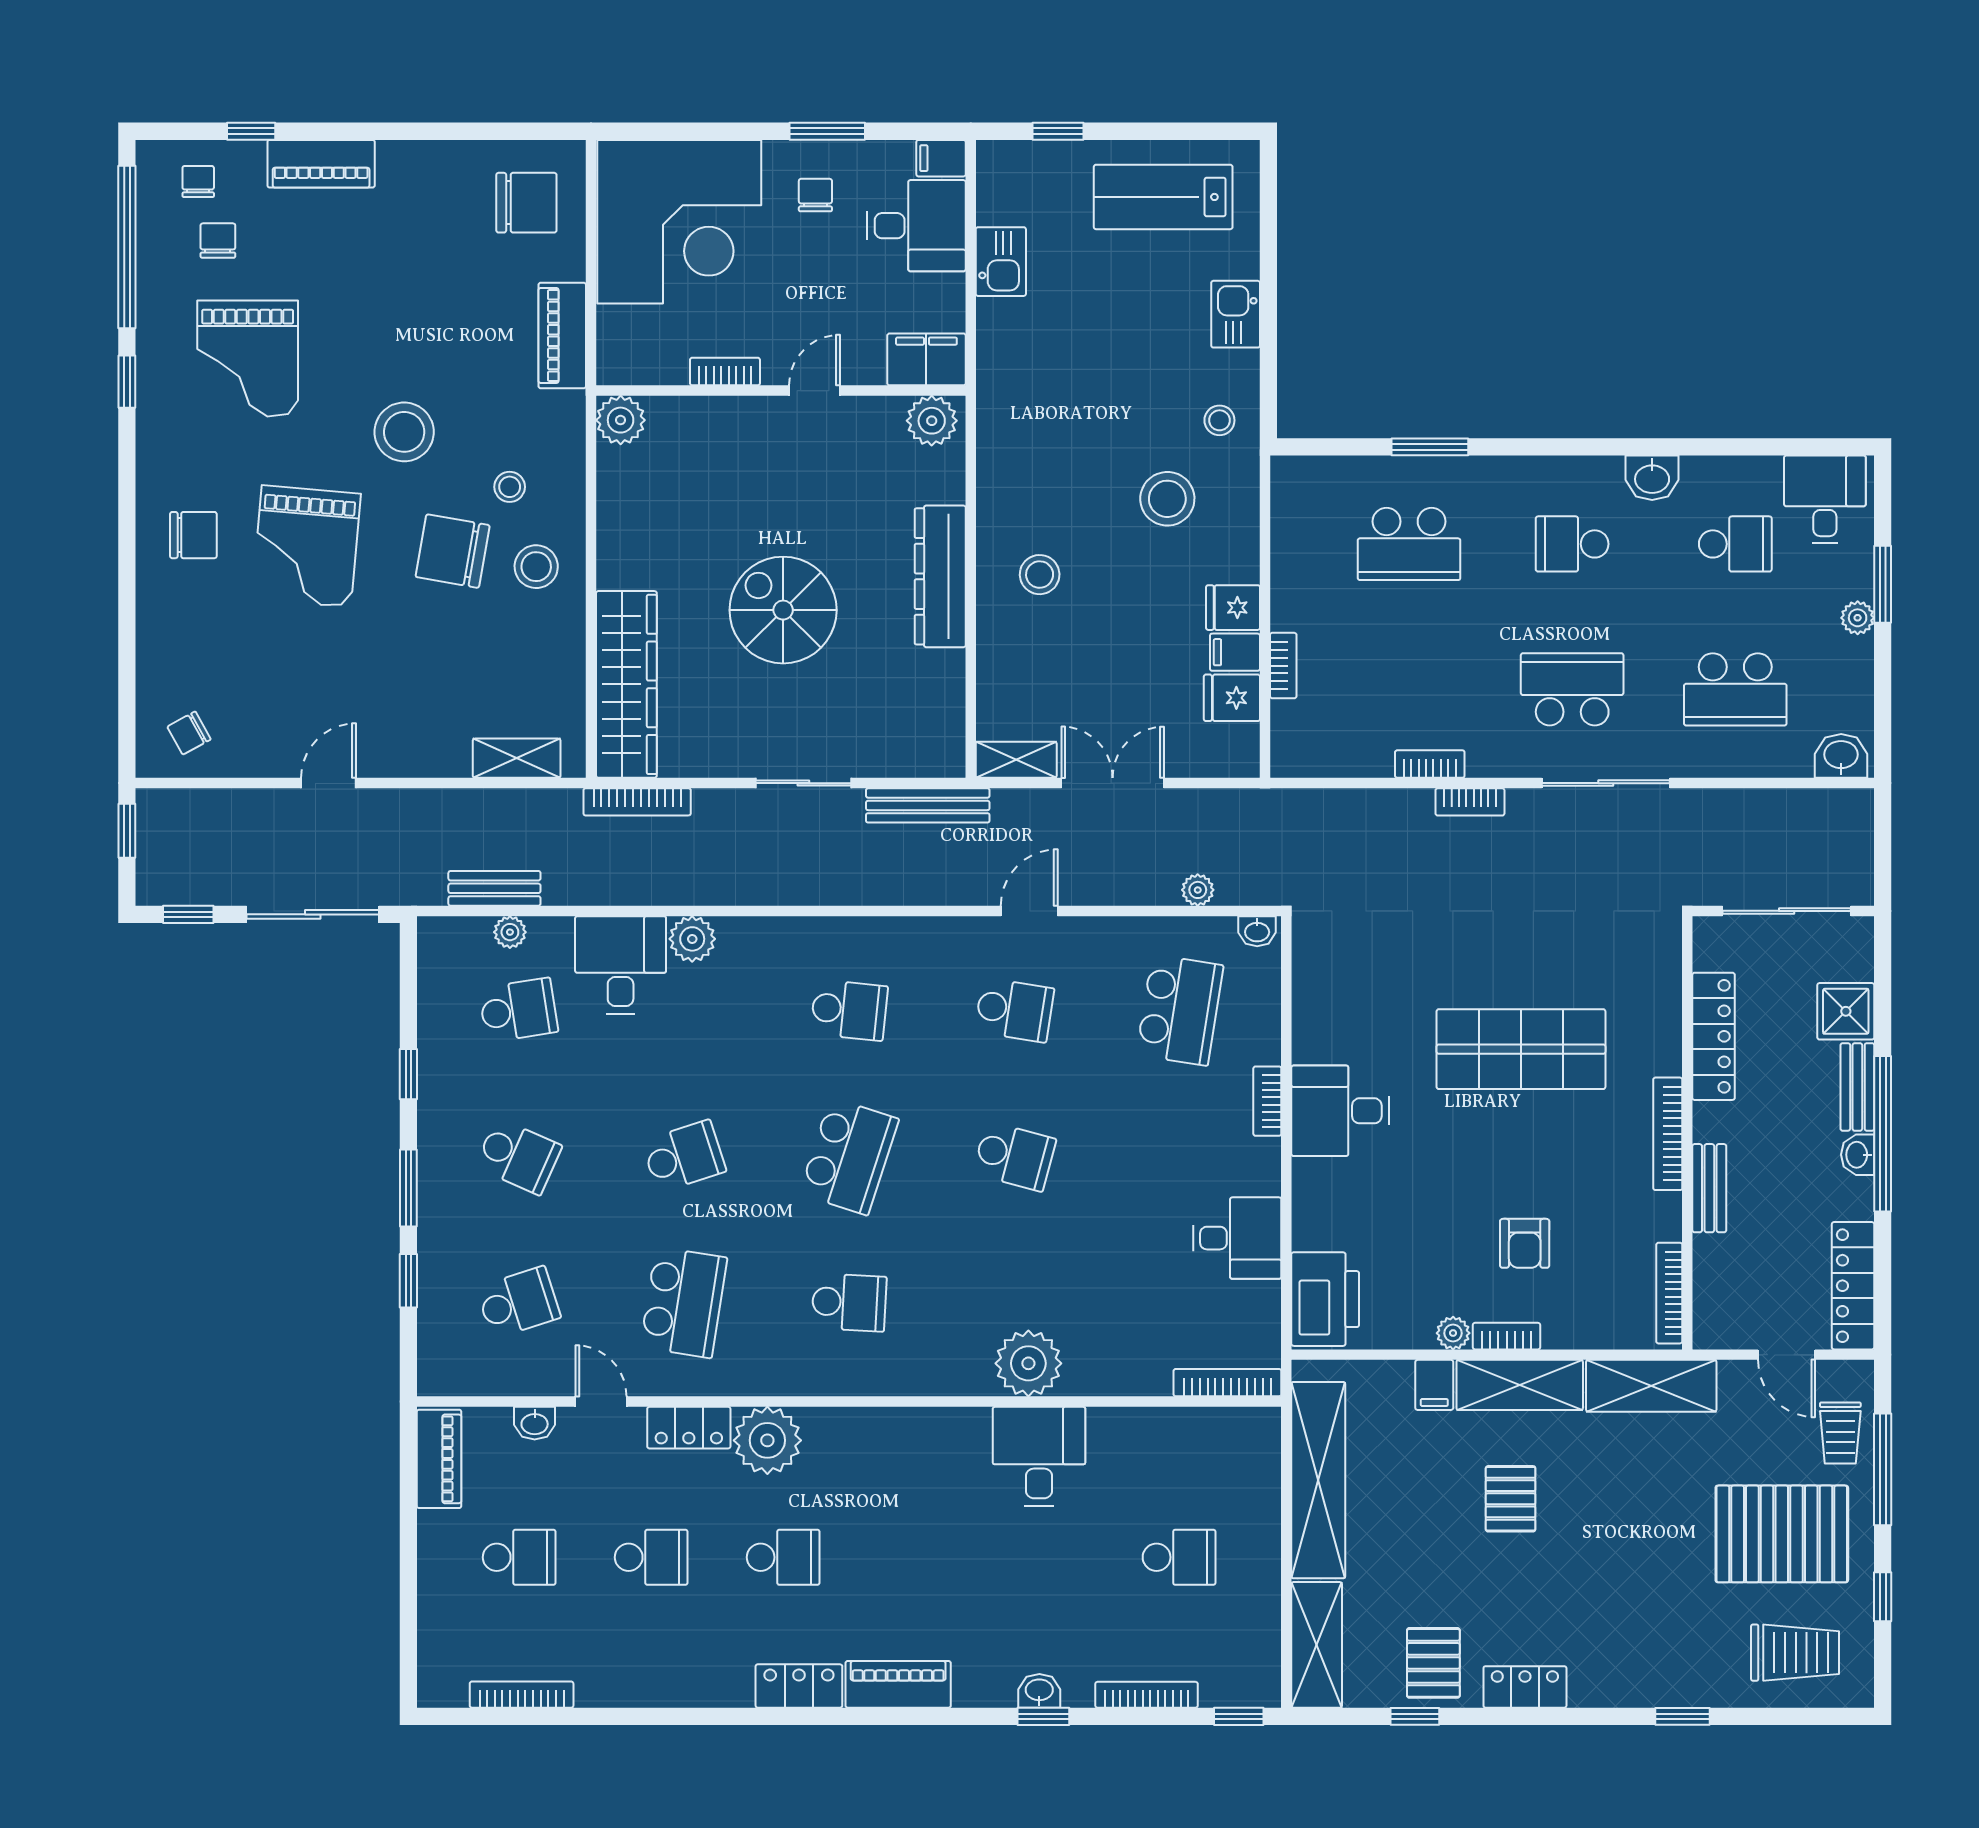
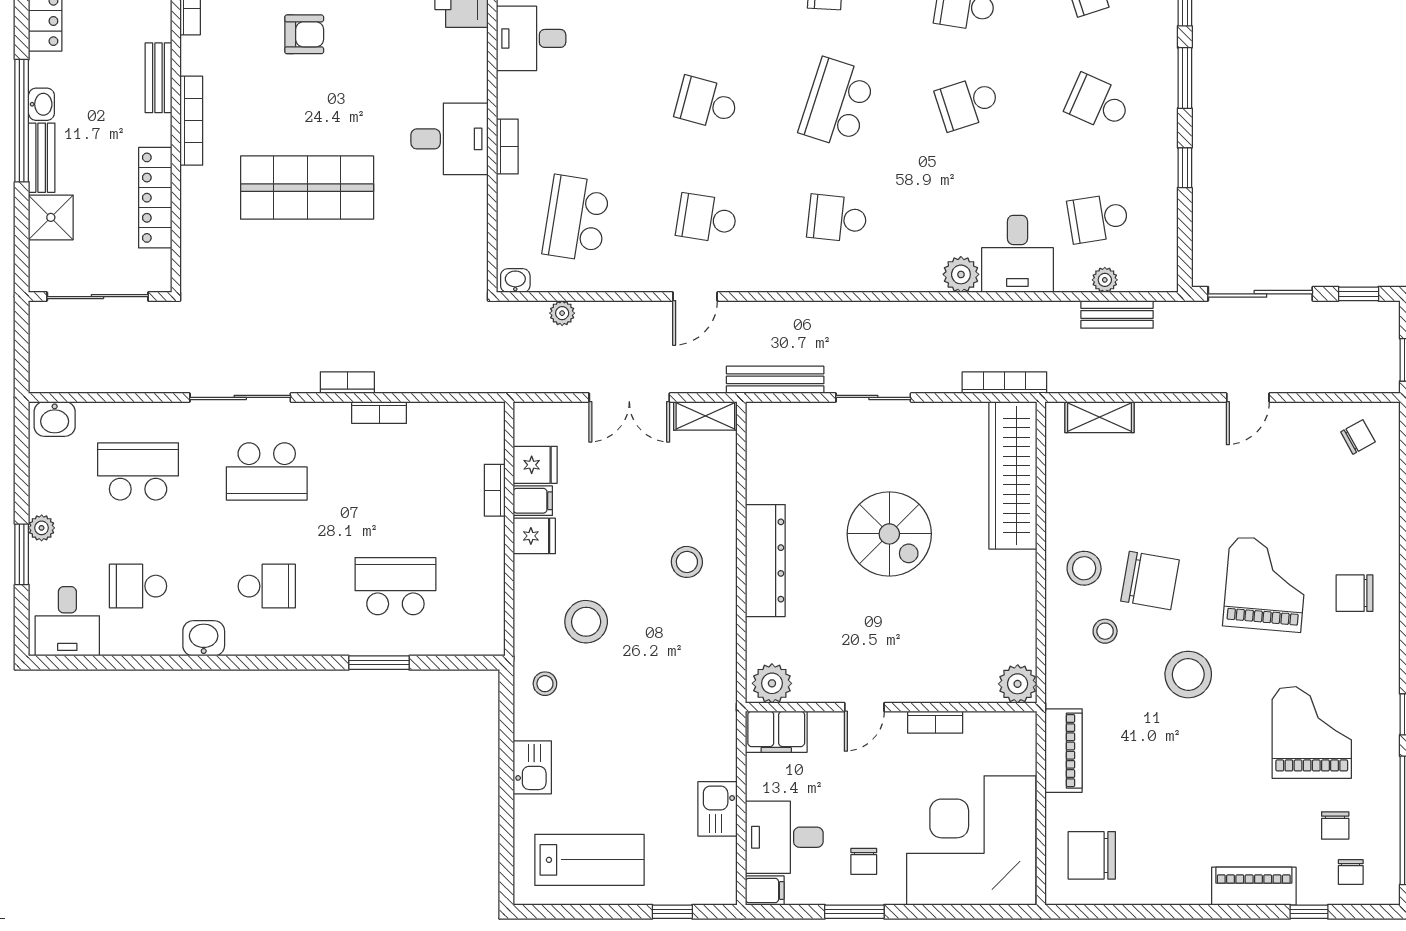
armchair: (1525, 1243) -> (304, 34), turned 90

